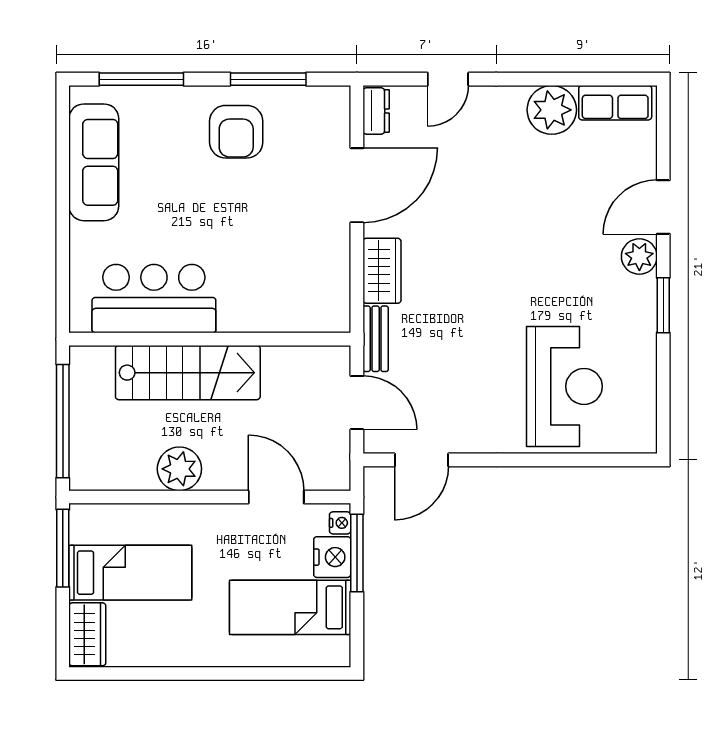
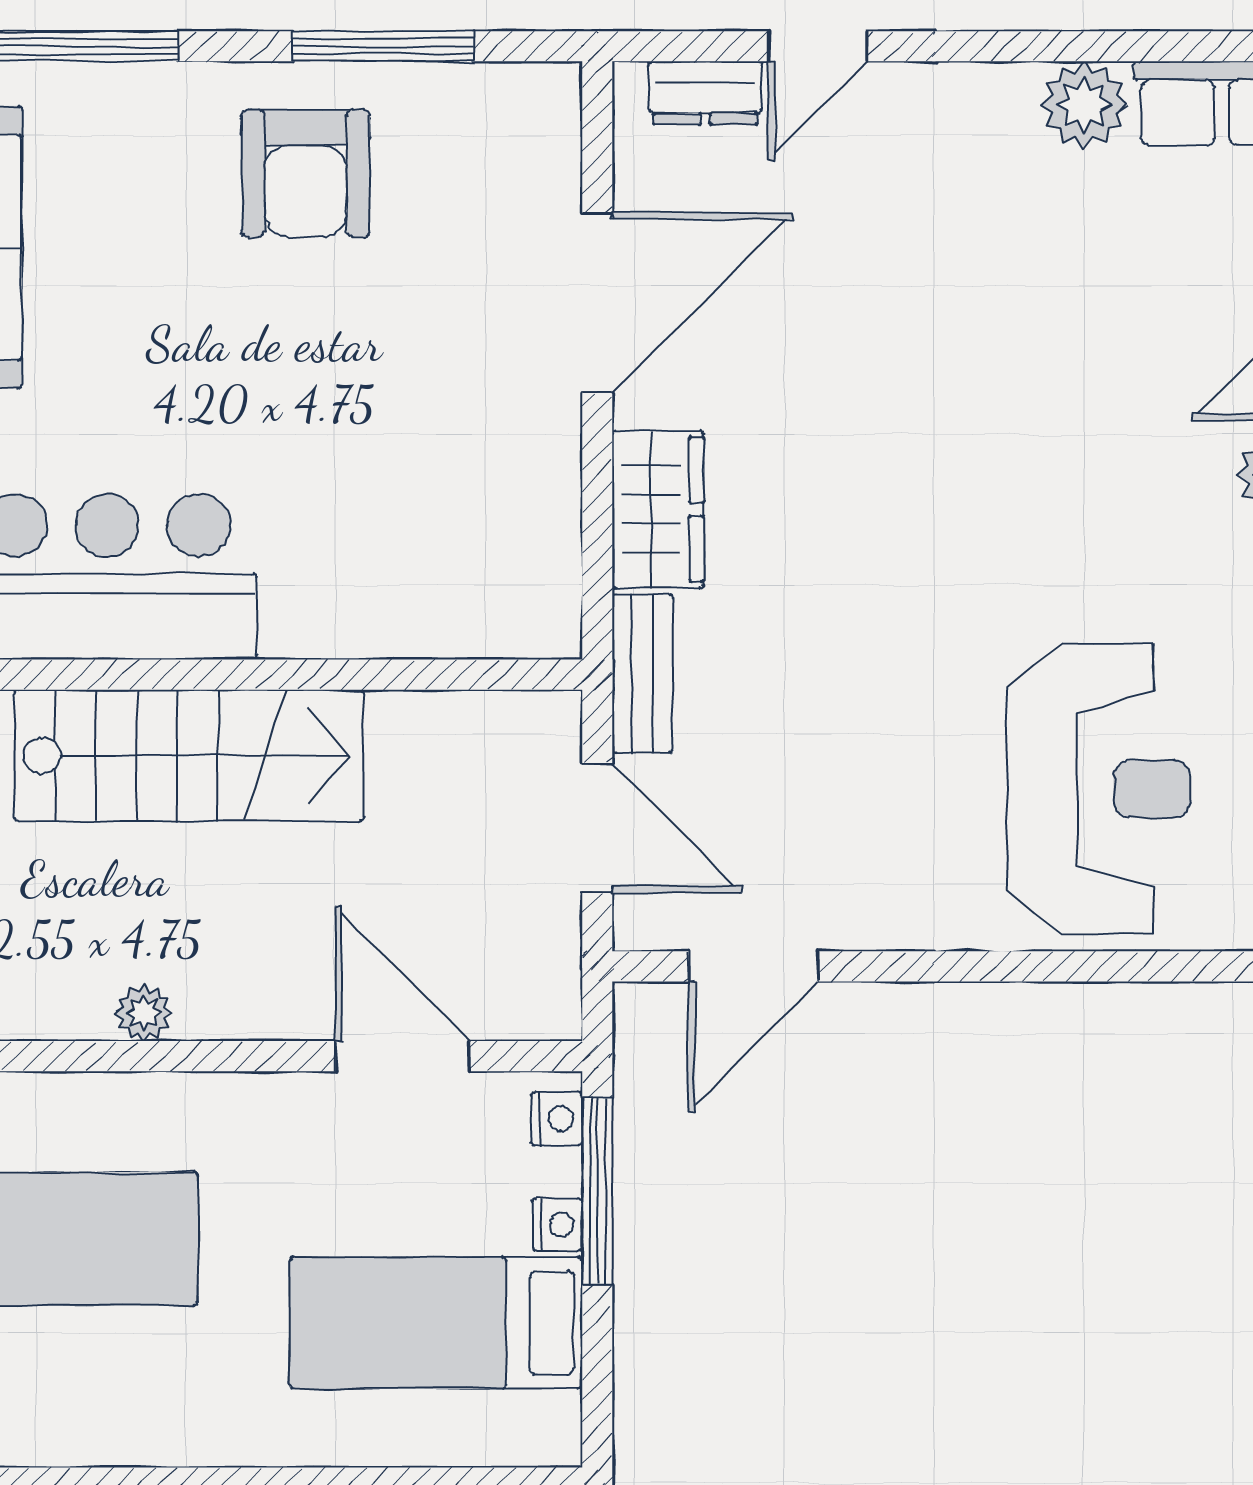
plant: (552, 110) -> (1084, 105), width x0.73, depth x0.73
dresser: (376, 111) -> (705, 93), moved, turned 90
plant: (179, 469) -> (144, 1013), width x0.53, depth x0.53
nightstand: (332, 557) -> (557, 1225), width x0.53, depth x0.56

